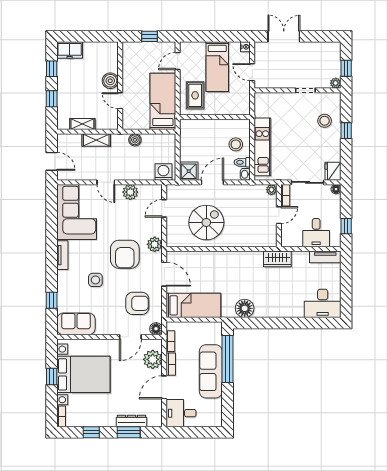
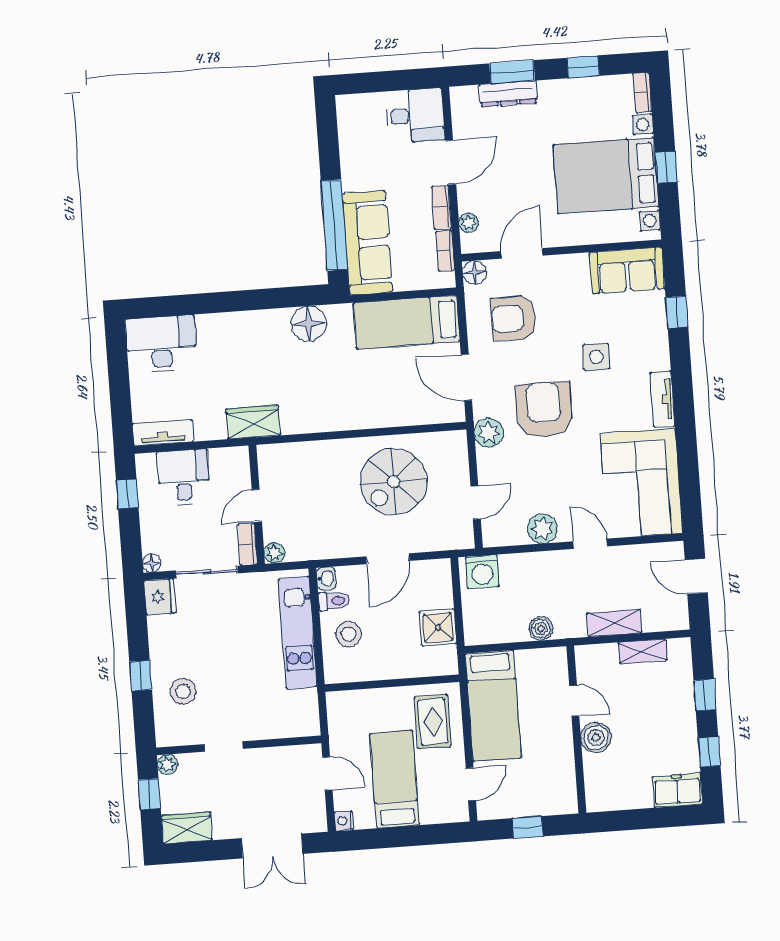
wardrobe: (328, 49) -> (187, 828), added
shower: (189, 171) -> (438, 628), moved
plant: (153, 359) -> (469, 223), width x0.53, depth x0.53
sofa: (211, 371) -> (367, 243), moved

